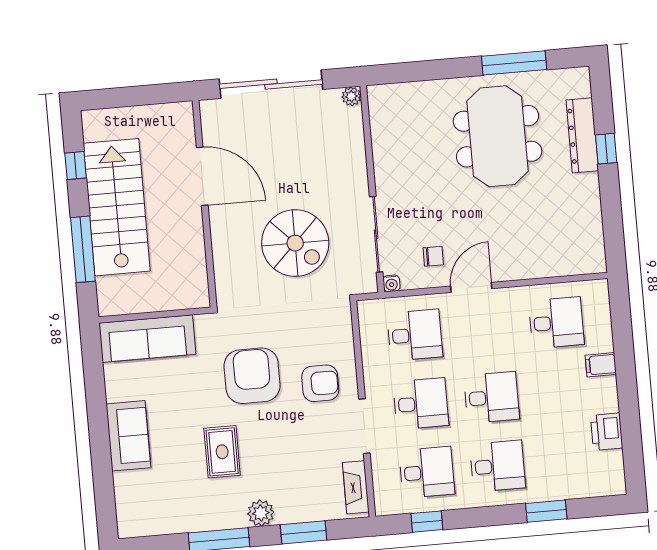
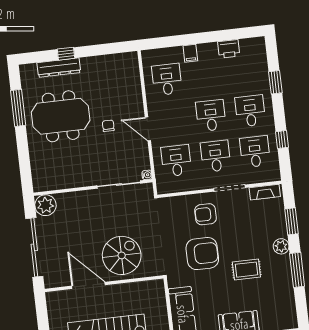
plant: (351, 96) -> (45, 205), width x1.88, depth x1.88
door: (202, 176) -> (88, 285), hinge flipped
spiral stairs: (295, 243) -> (122, 255), moved
chair: (433, 256) -> (108, 126), moved
armchair: (252, 376) -> (202, 254), turned 180
armchair: (320, 383) -> (205, 214), turned -90
window: (427, 522) -> (282, 140), moved

